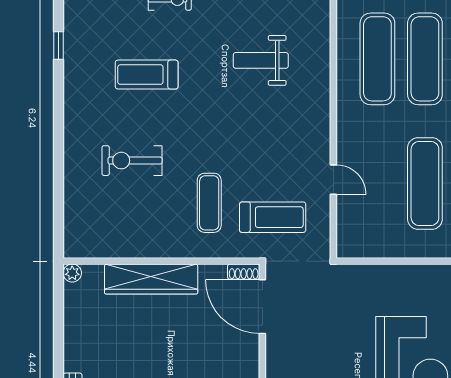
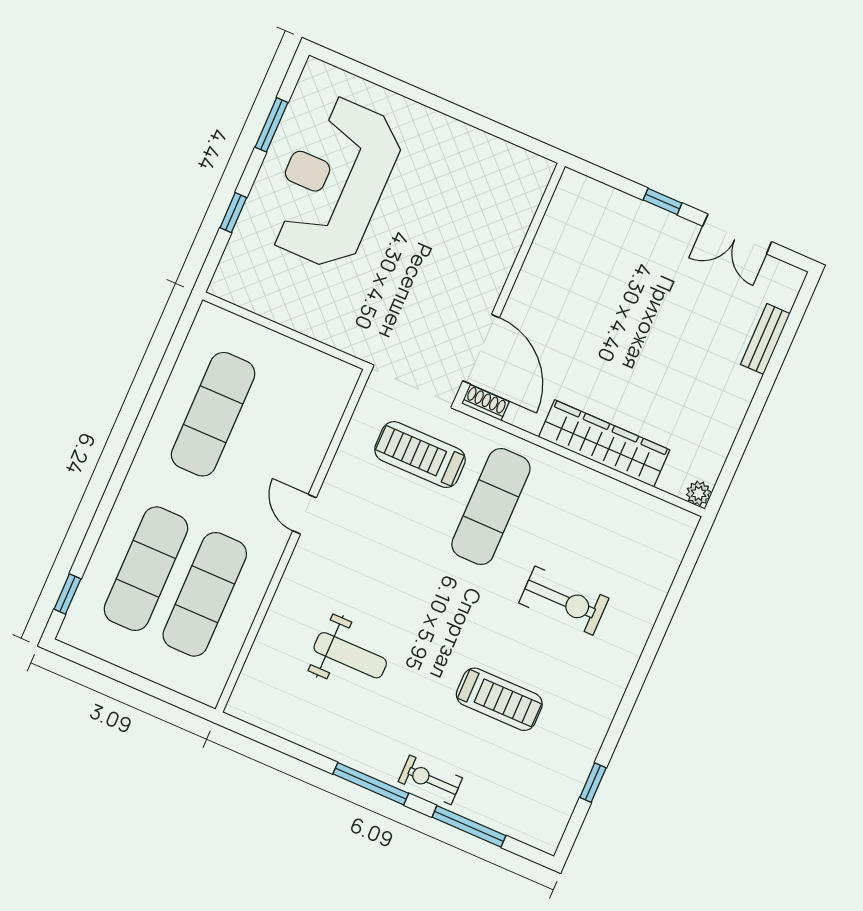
door: (333, 180) -> (304, 514), moved
exercise mat: (209, 203) -> (491, 506), width x1.36, depth x1.45

